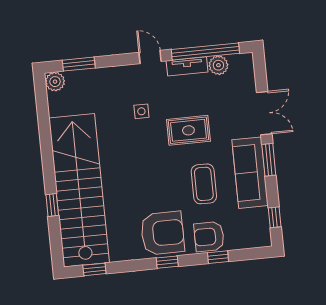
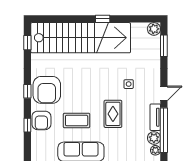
plant: (237, 61) -> (155, 150), added
window: (52, 205) -> (103, 19), moved
armchair: (209, 237) -> (41, 120), turned 180

